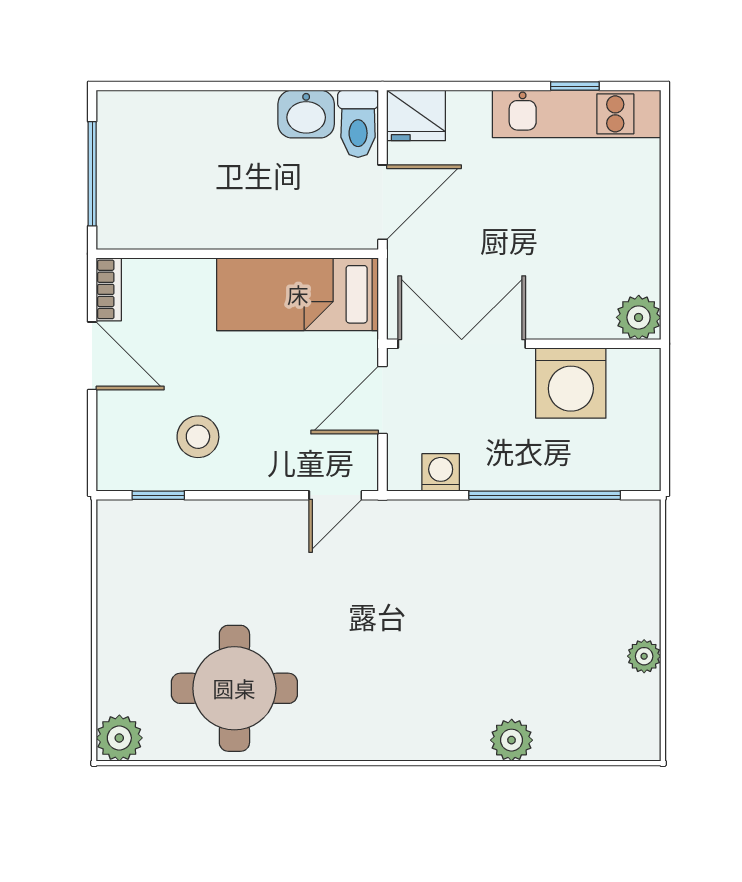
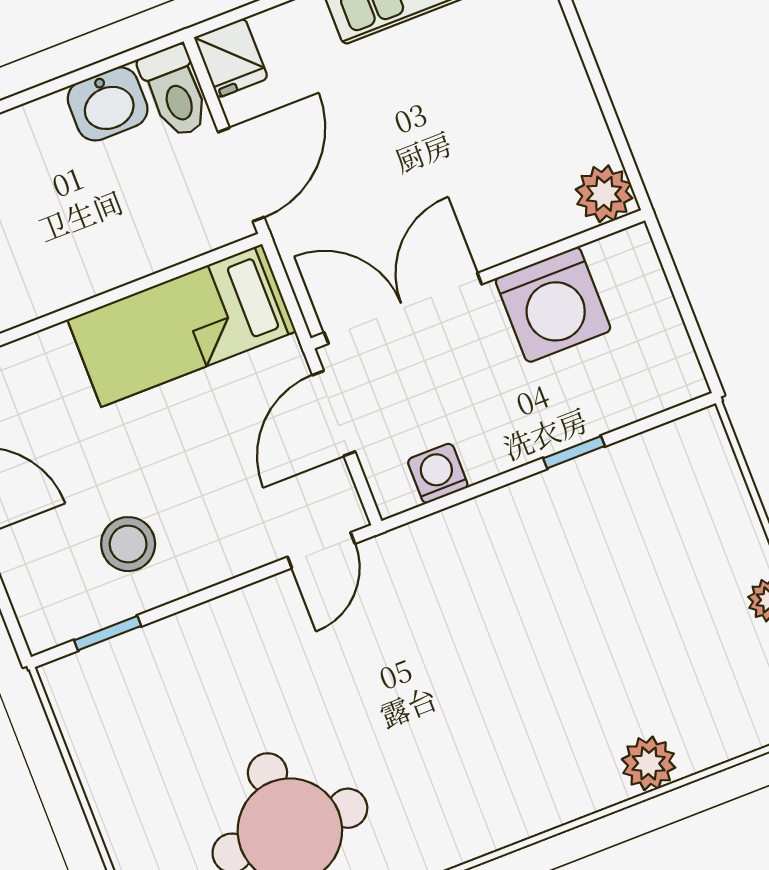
fridge: (416, 115) -> (231, 58), width x0.72
window: (545, 495) -> (574, 452), width x0.32

